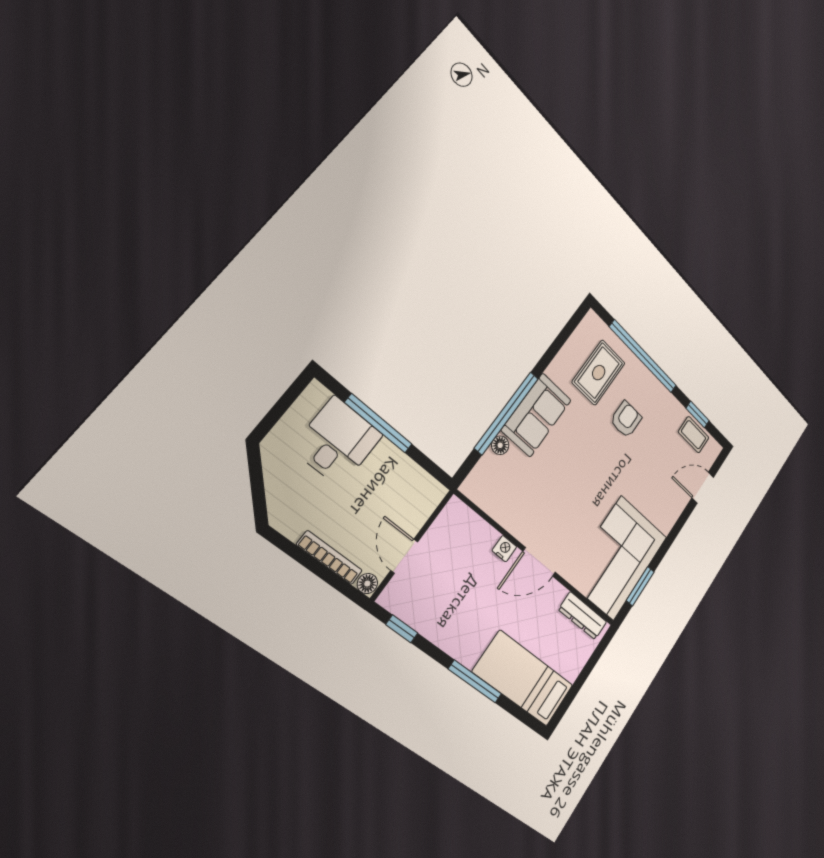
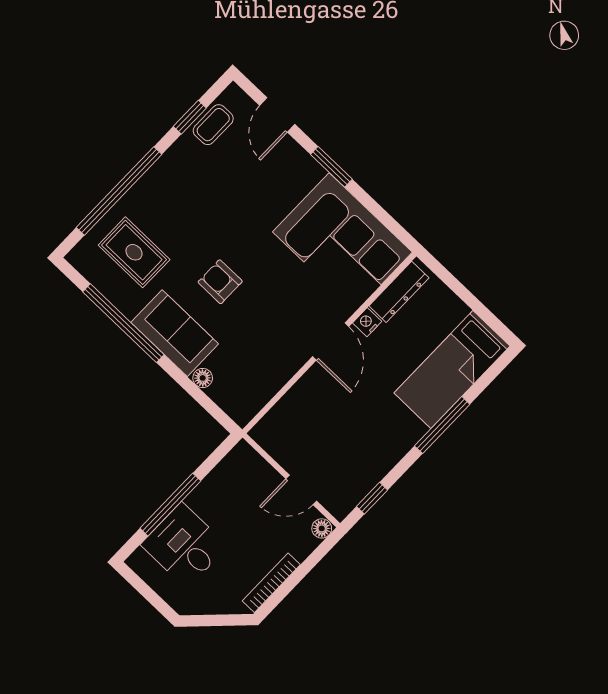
window: (506, 413) -> (123, 323), moved
armchair: (626, 419) -> (220, 282), moved
nightstand: (504, 549) -> (367, 322), moved
bookcase: (330, 558) -> (271, 583), moved
window: (640, 586) -> (331, 167), moved

